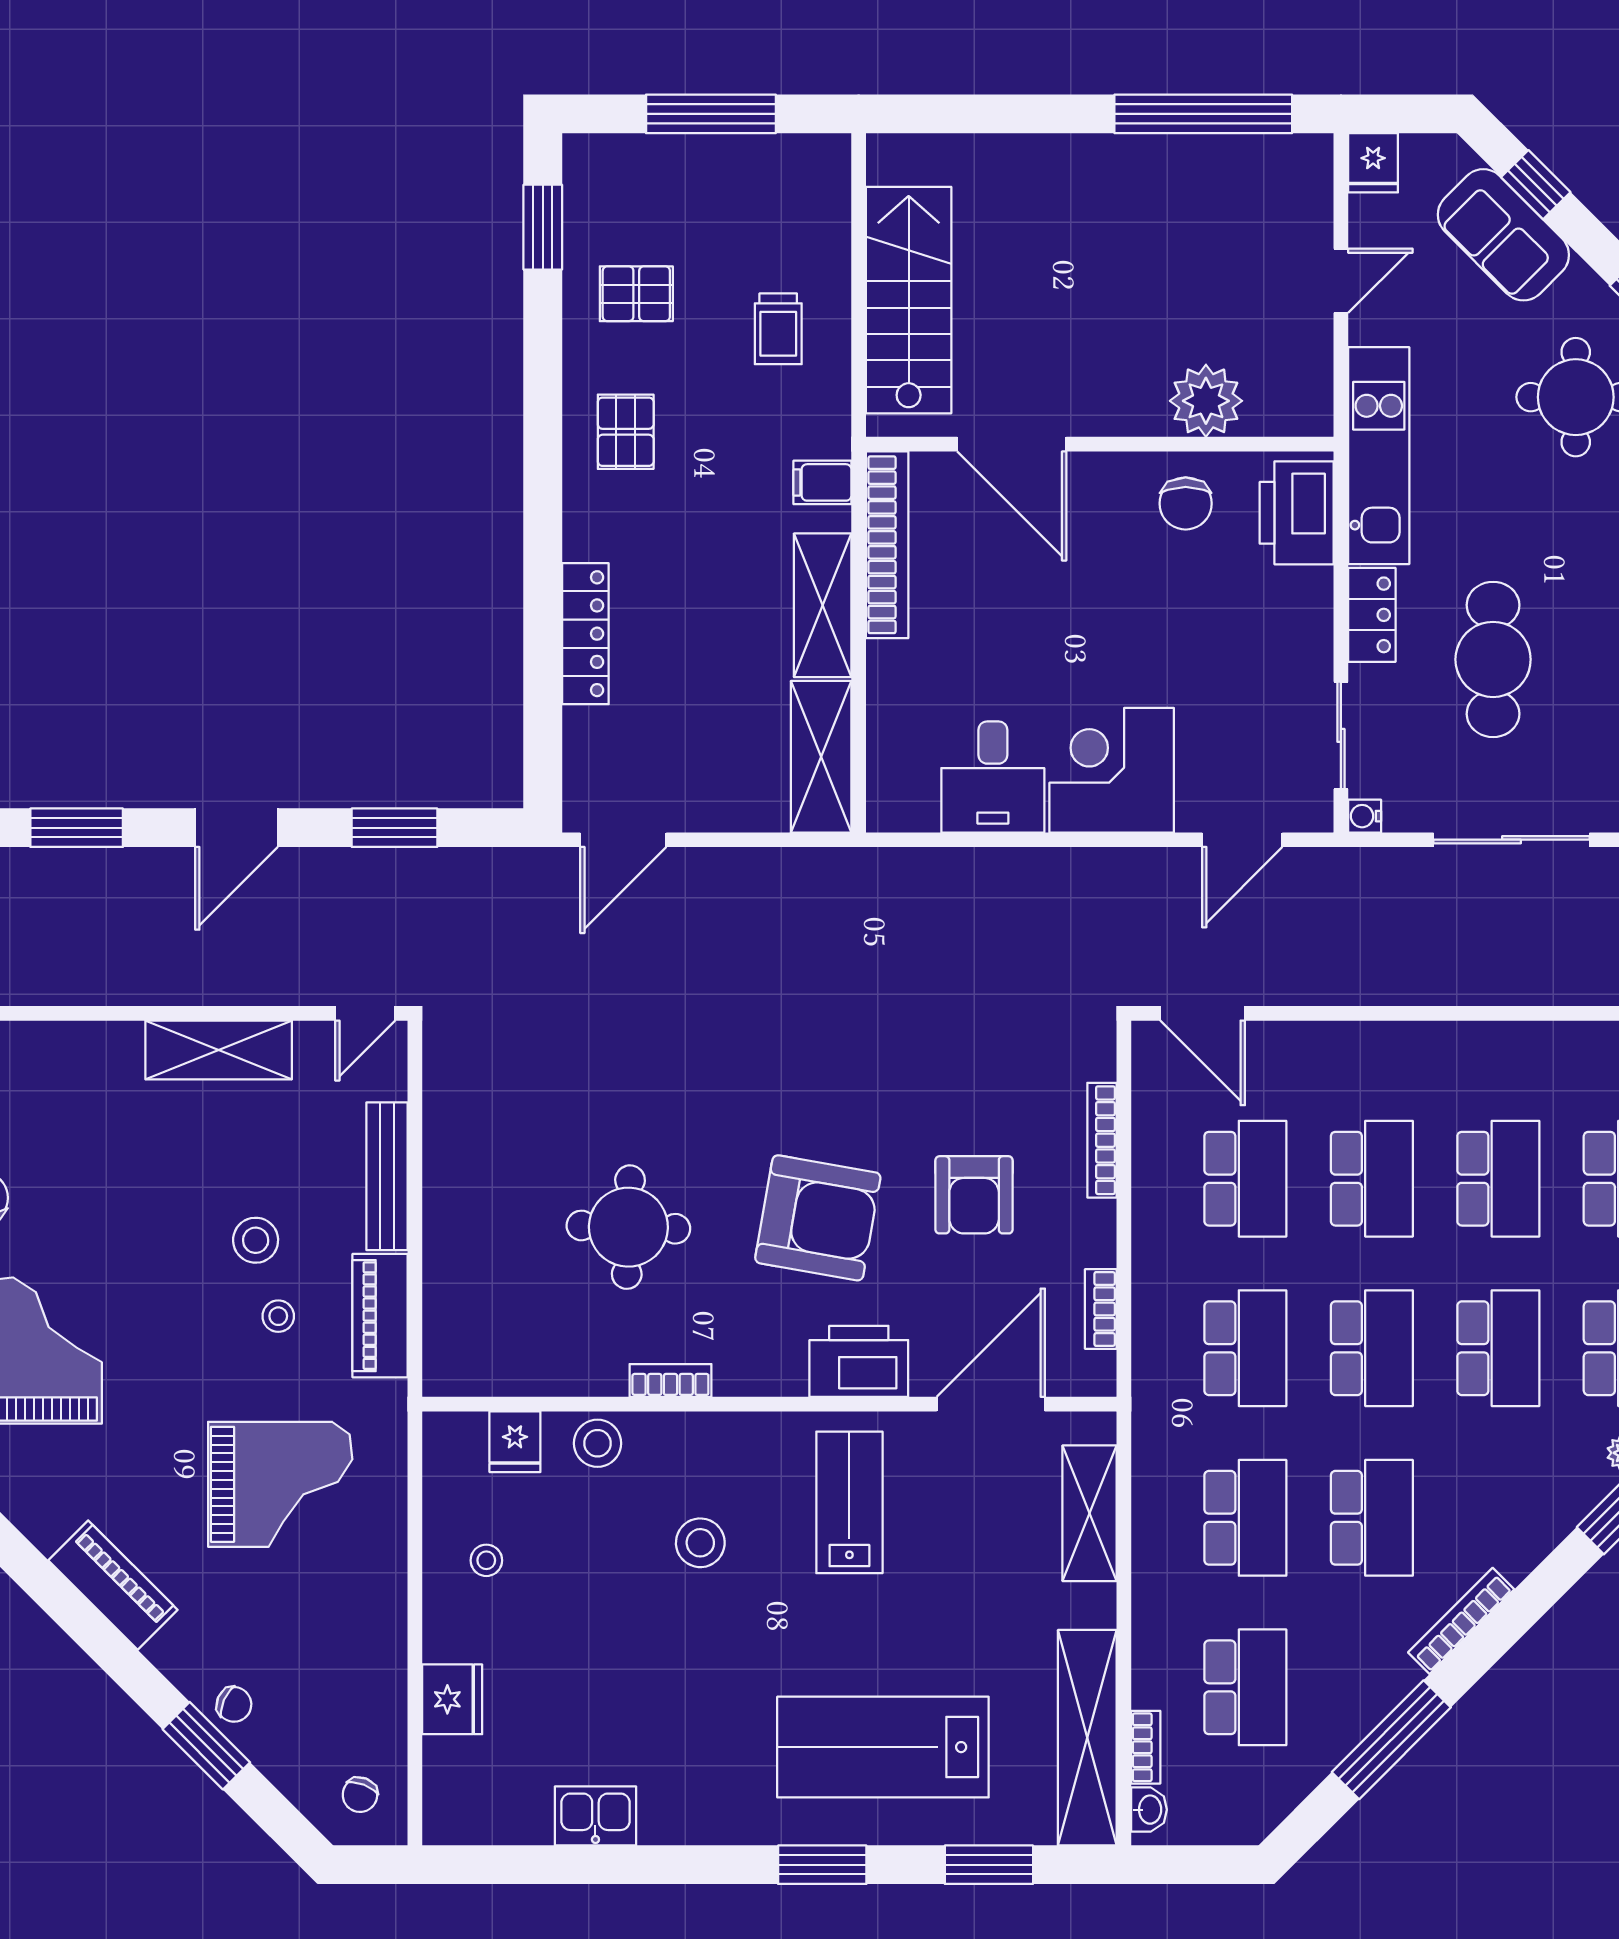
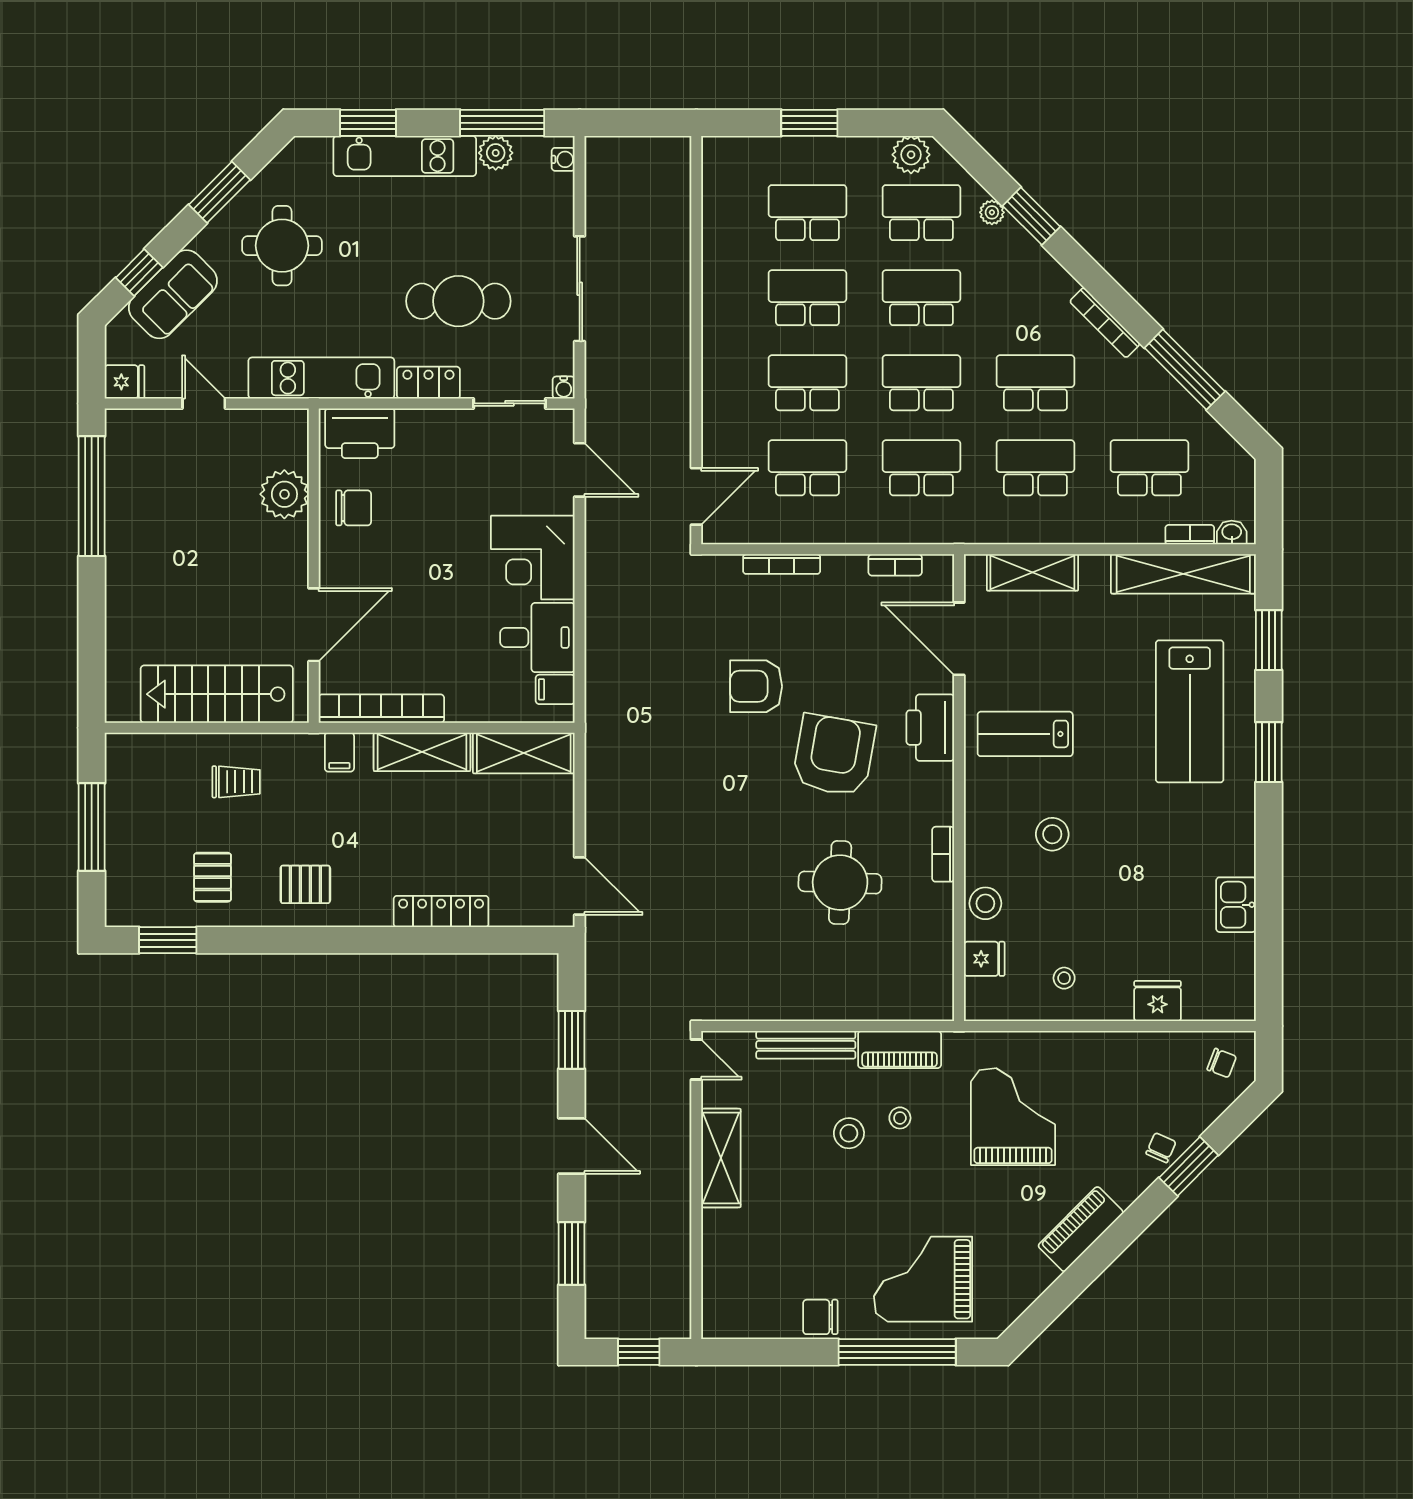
filing cabinet: (916, 803) -> (555, 689), added
armchair: (974, 1195) -> (756, 686), moved, turned 180

